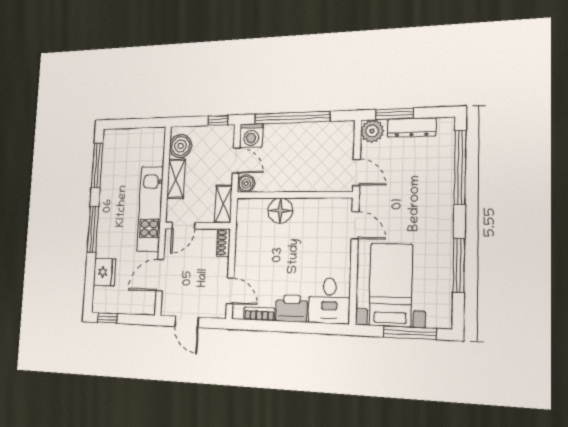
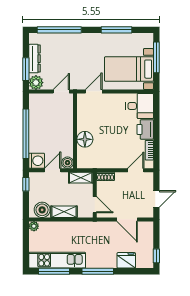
plant: (159, 134) -> (34, 226), added
kitchen unit: (150, 209) -> (57, 260), moved, turned 180

